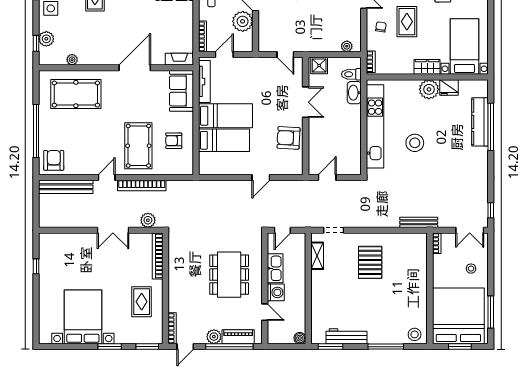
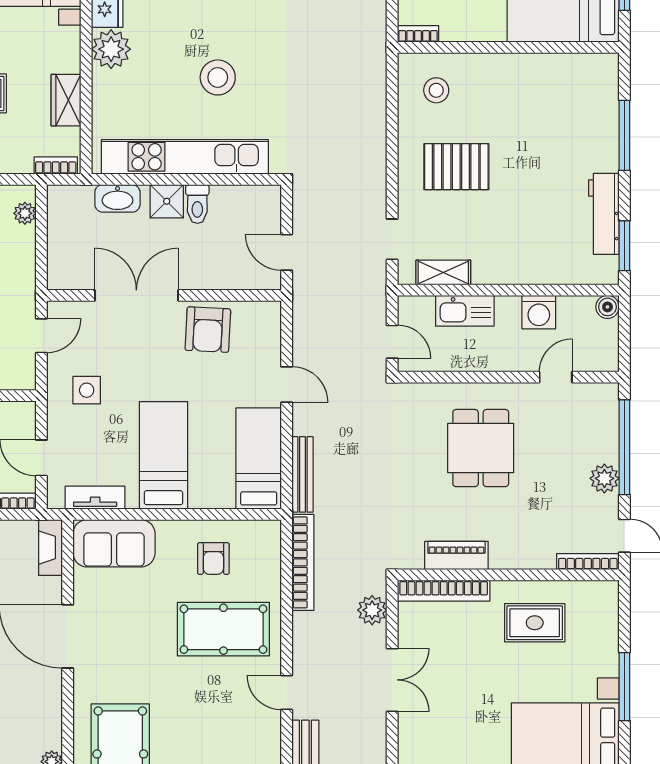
shower: (319, 65) -> (167, 201), moved
wardrobe: (427, 67) -> (66, 100), moved
toilet: (351, 74) -> (197, 204), moved
side table: (258, 77) -> (87, 390), added
tv unit: (204, 81) -> (95, 498), width x0.71
double door: (306, 102) -> (136, 295), width x1.37
bed: (224, 140) -> (259, 458), moved
bookcase: (142, 186) -> (303, 562), moved
bench: (419, 222) -> (303, 474), moved
kitchen sink: (275, 268) -> (465, 311), moved, turned 180
dining table: (229, 275) -> (481, 448), width x0.73
washing machine: (276, 292) -> (539, 312), moved, turned 180
stool: (415, 334) -> (436, 90), moved
piano: (238, 337) -> (456, 556), moved, turned 90
window: (110, 347) -> (624, 687), width x1.44
window: (147, 347) -> (624, 611), removed

